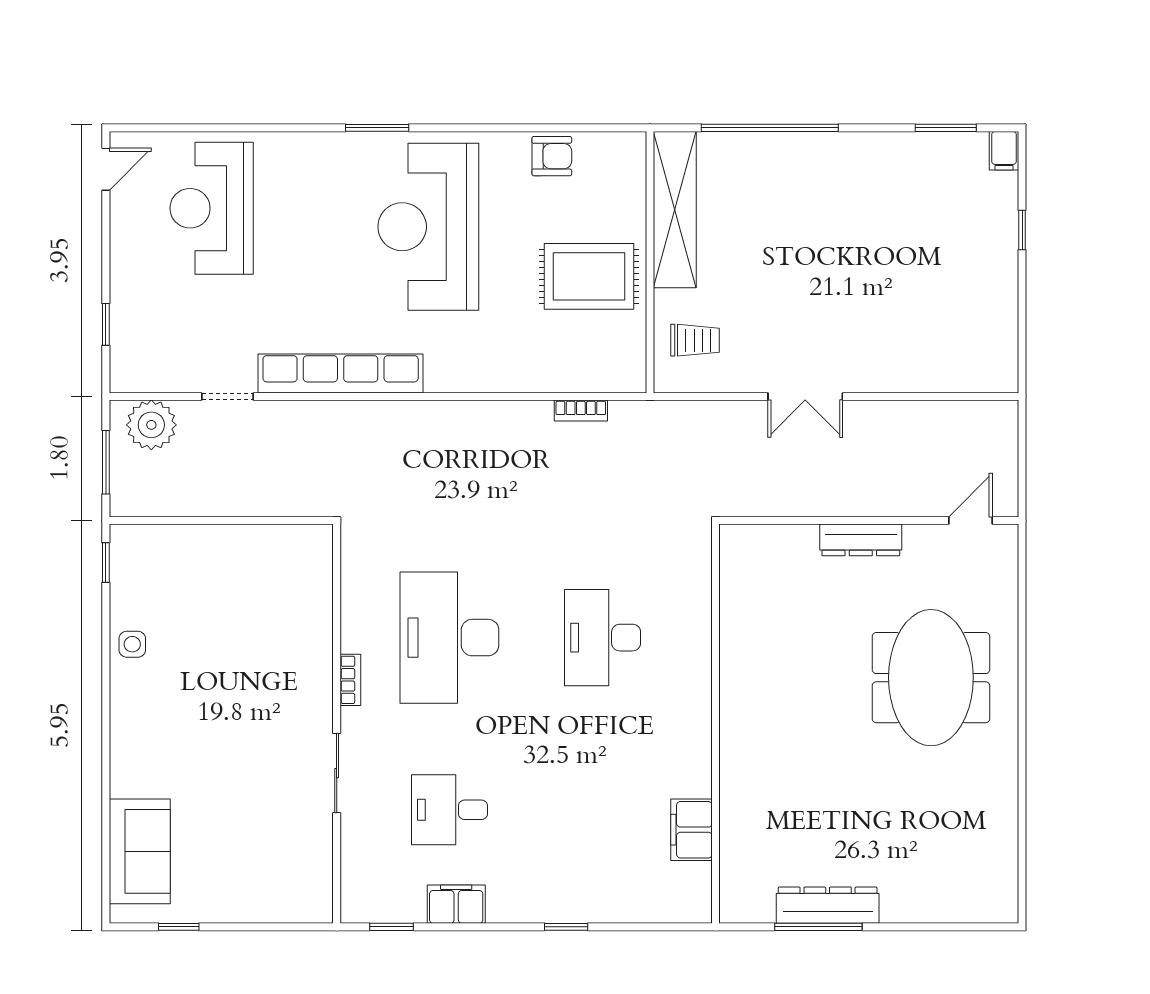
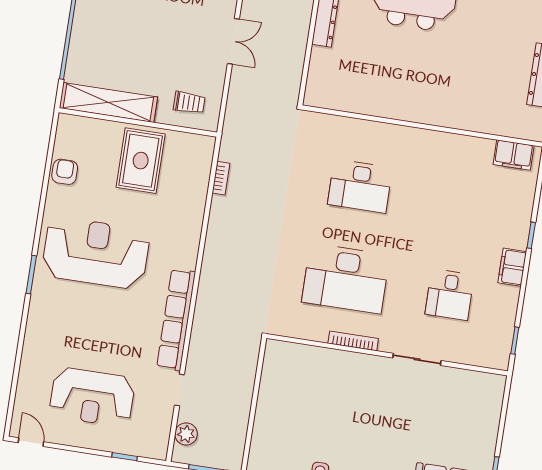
reception desk: (212, 208) -> (92, 397), moved
reception desk: (428, 227) -> (96, 253), turned 180
trolley: (695, 340) -> (189, 103), turned 90
plant: (151, 425) -> (186, 434), width x0.73, depth x0.73
bookcase: (350, 680) -> (353, 341), width x1.56
filing cabinet: (691, 830) -> (514, 155), moved
filing cabinet: (456, 904) -> (512, 267), moved

